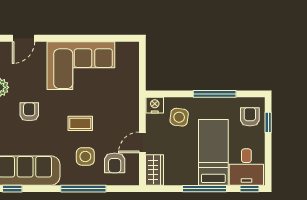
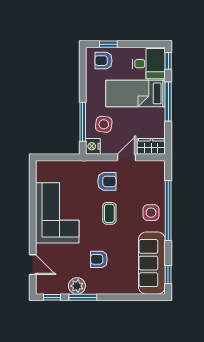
window: (215, 94) -> (83, 122), moved
door: (142, 142) -> (126, 157), swing flipped
side table: (85, 156) -> (151, 213), moved
armchair: (115, 163) -> (107, 181), moved
window: (83, 189) -> (168, 211), width x1.46

